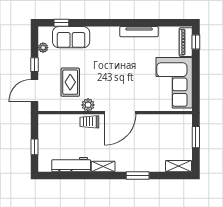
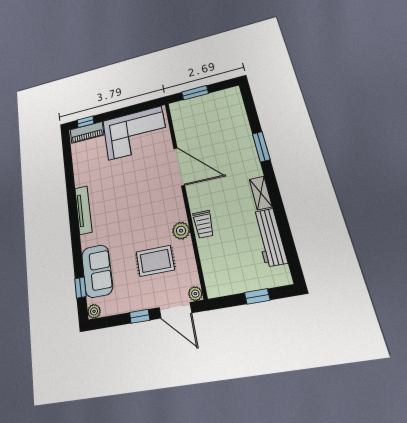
tv unit: (139, 32) -> (83, 210), moved
plant: (43, 48) -> (94, 311), moved
plant: (43, 106) -> (195, 294), added
door: (120, 113) -> (179, 167), moved
shelving: (179, 166) -> (236, 102), removed

